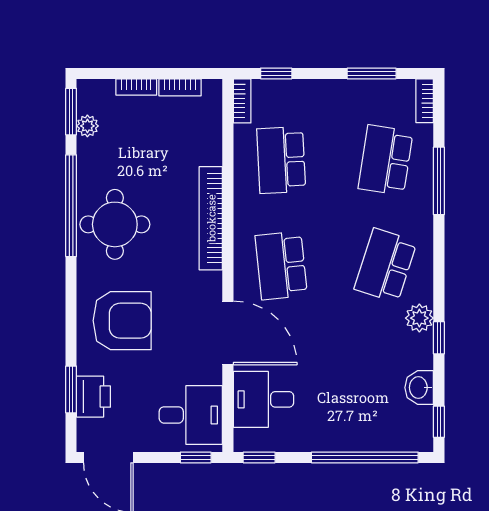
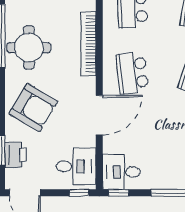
armchair: (122, 321) -> (33, 108), turned 31
door: (228, 333) -> (99, 115), hinge flipped
desk: (263, 399) -> (121, 172), moved

